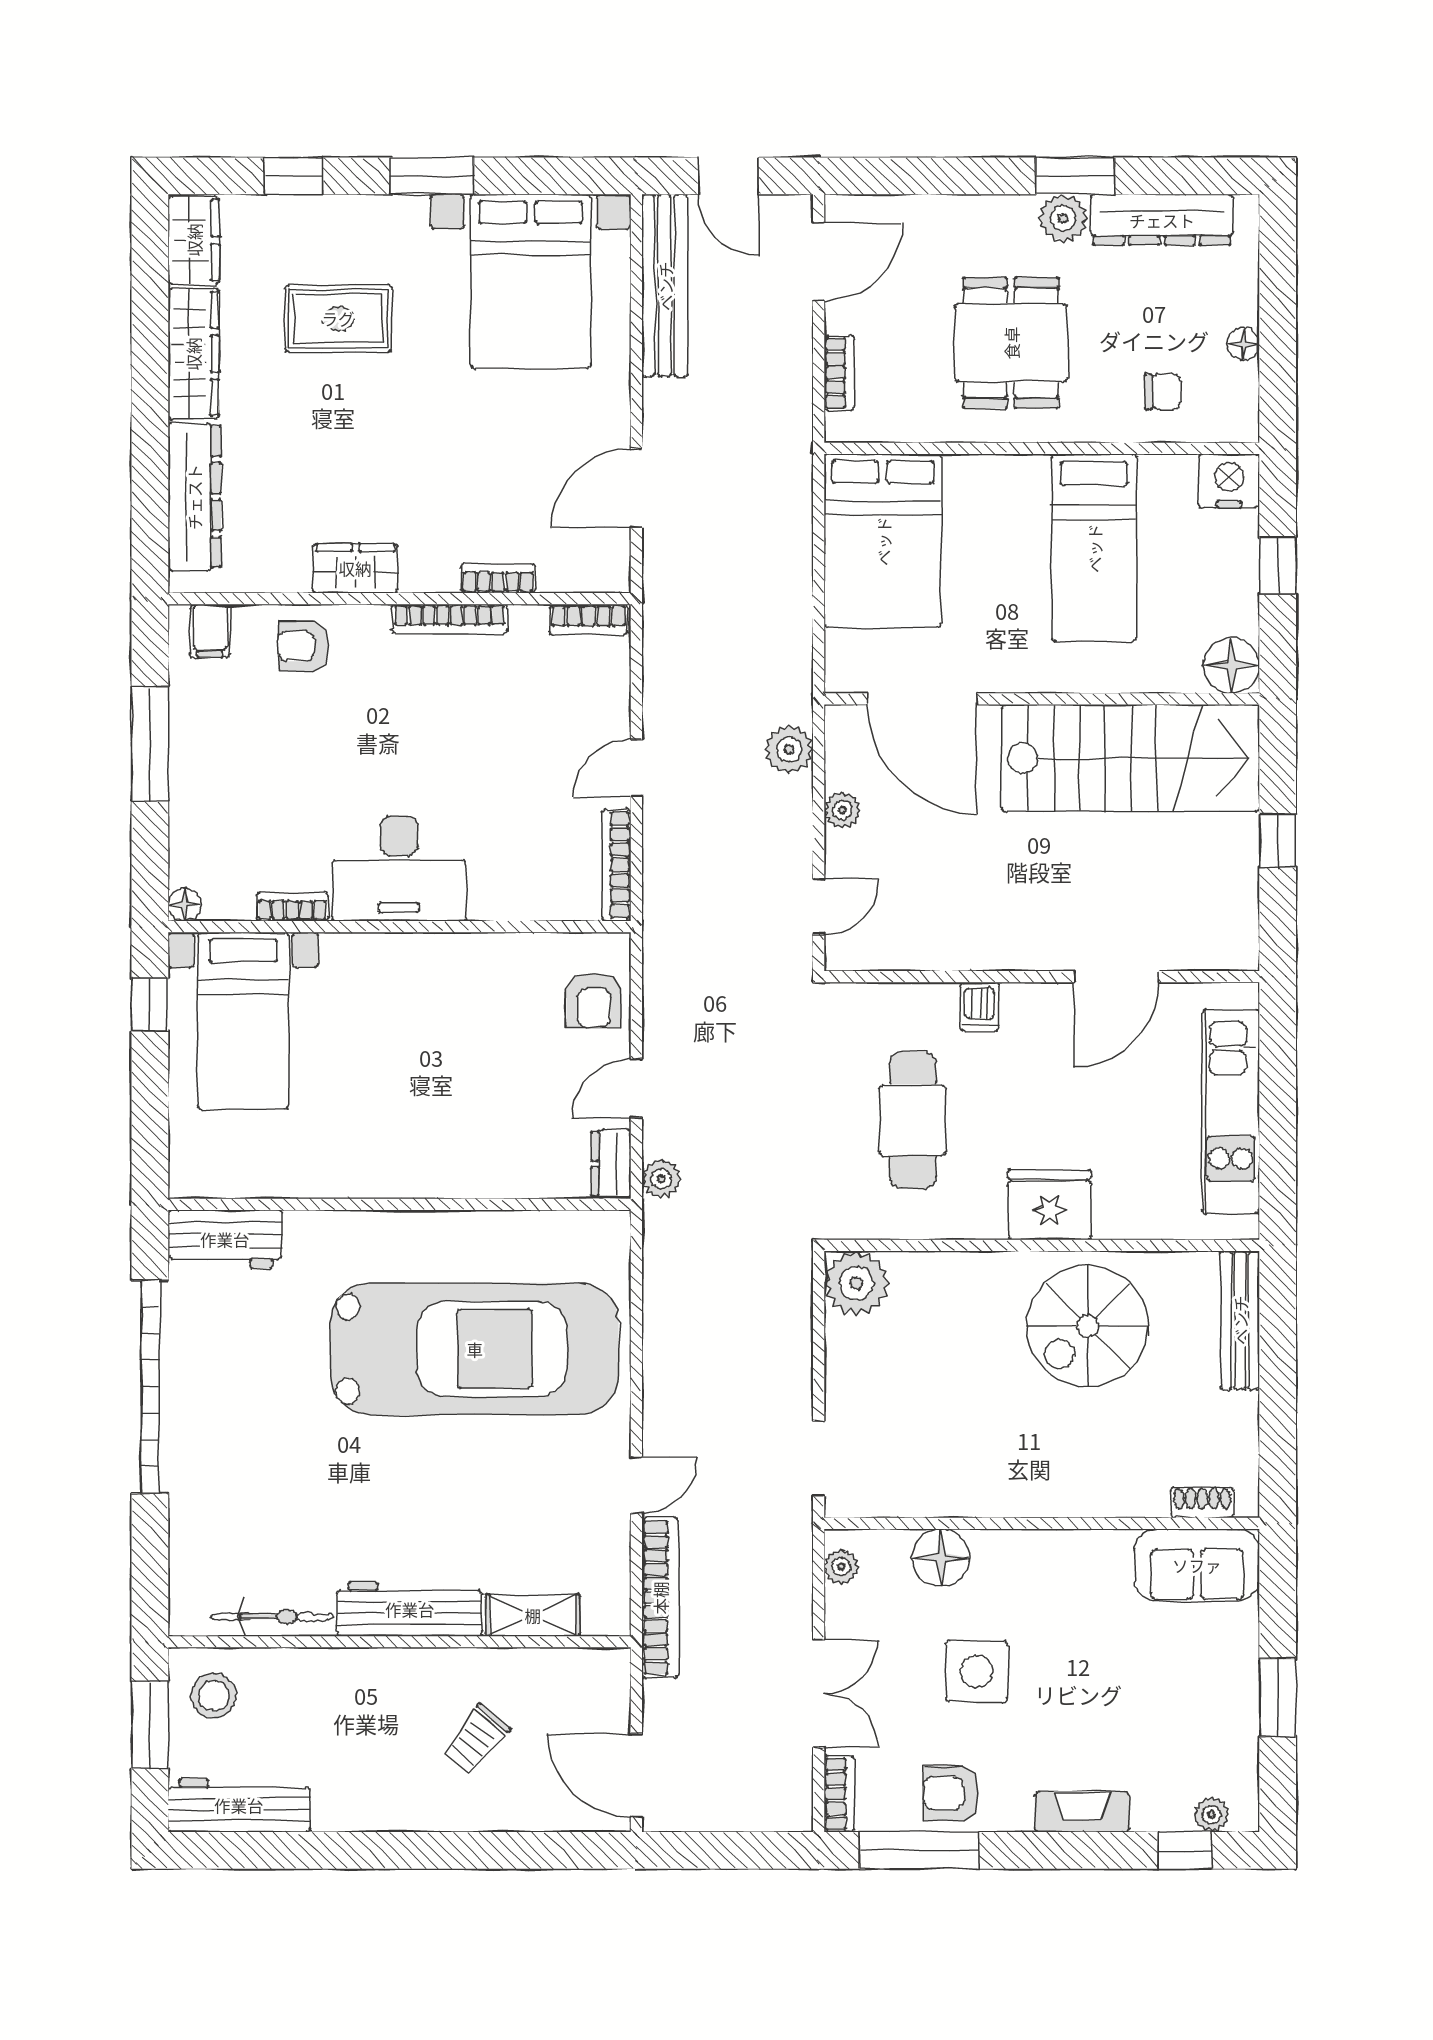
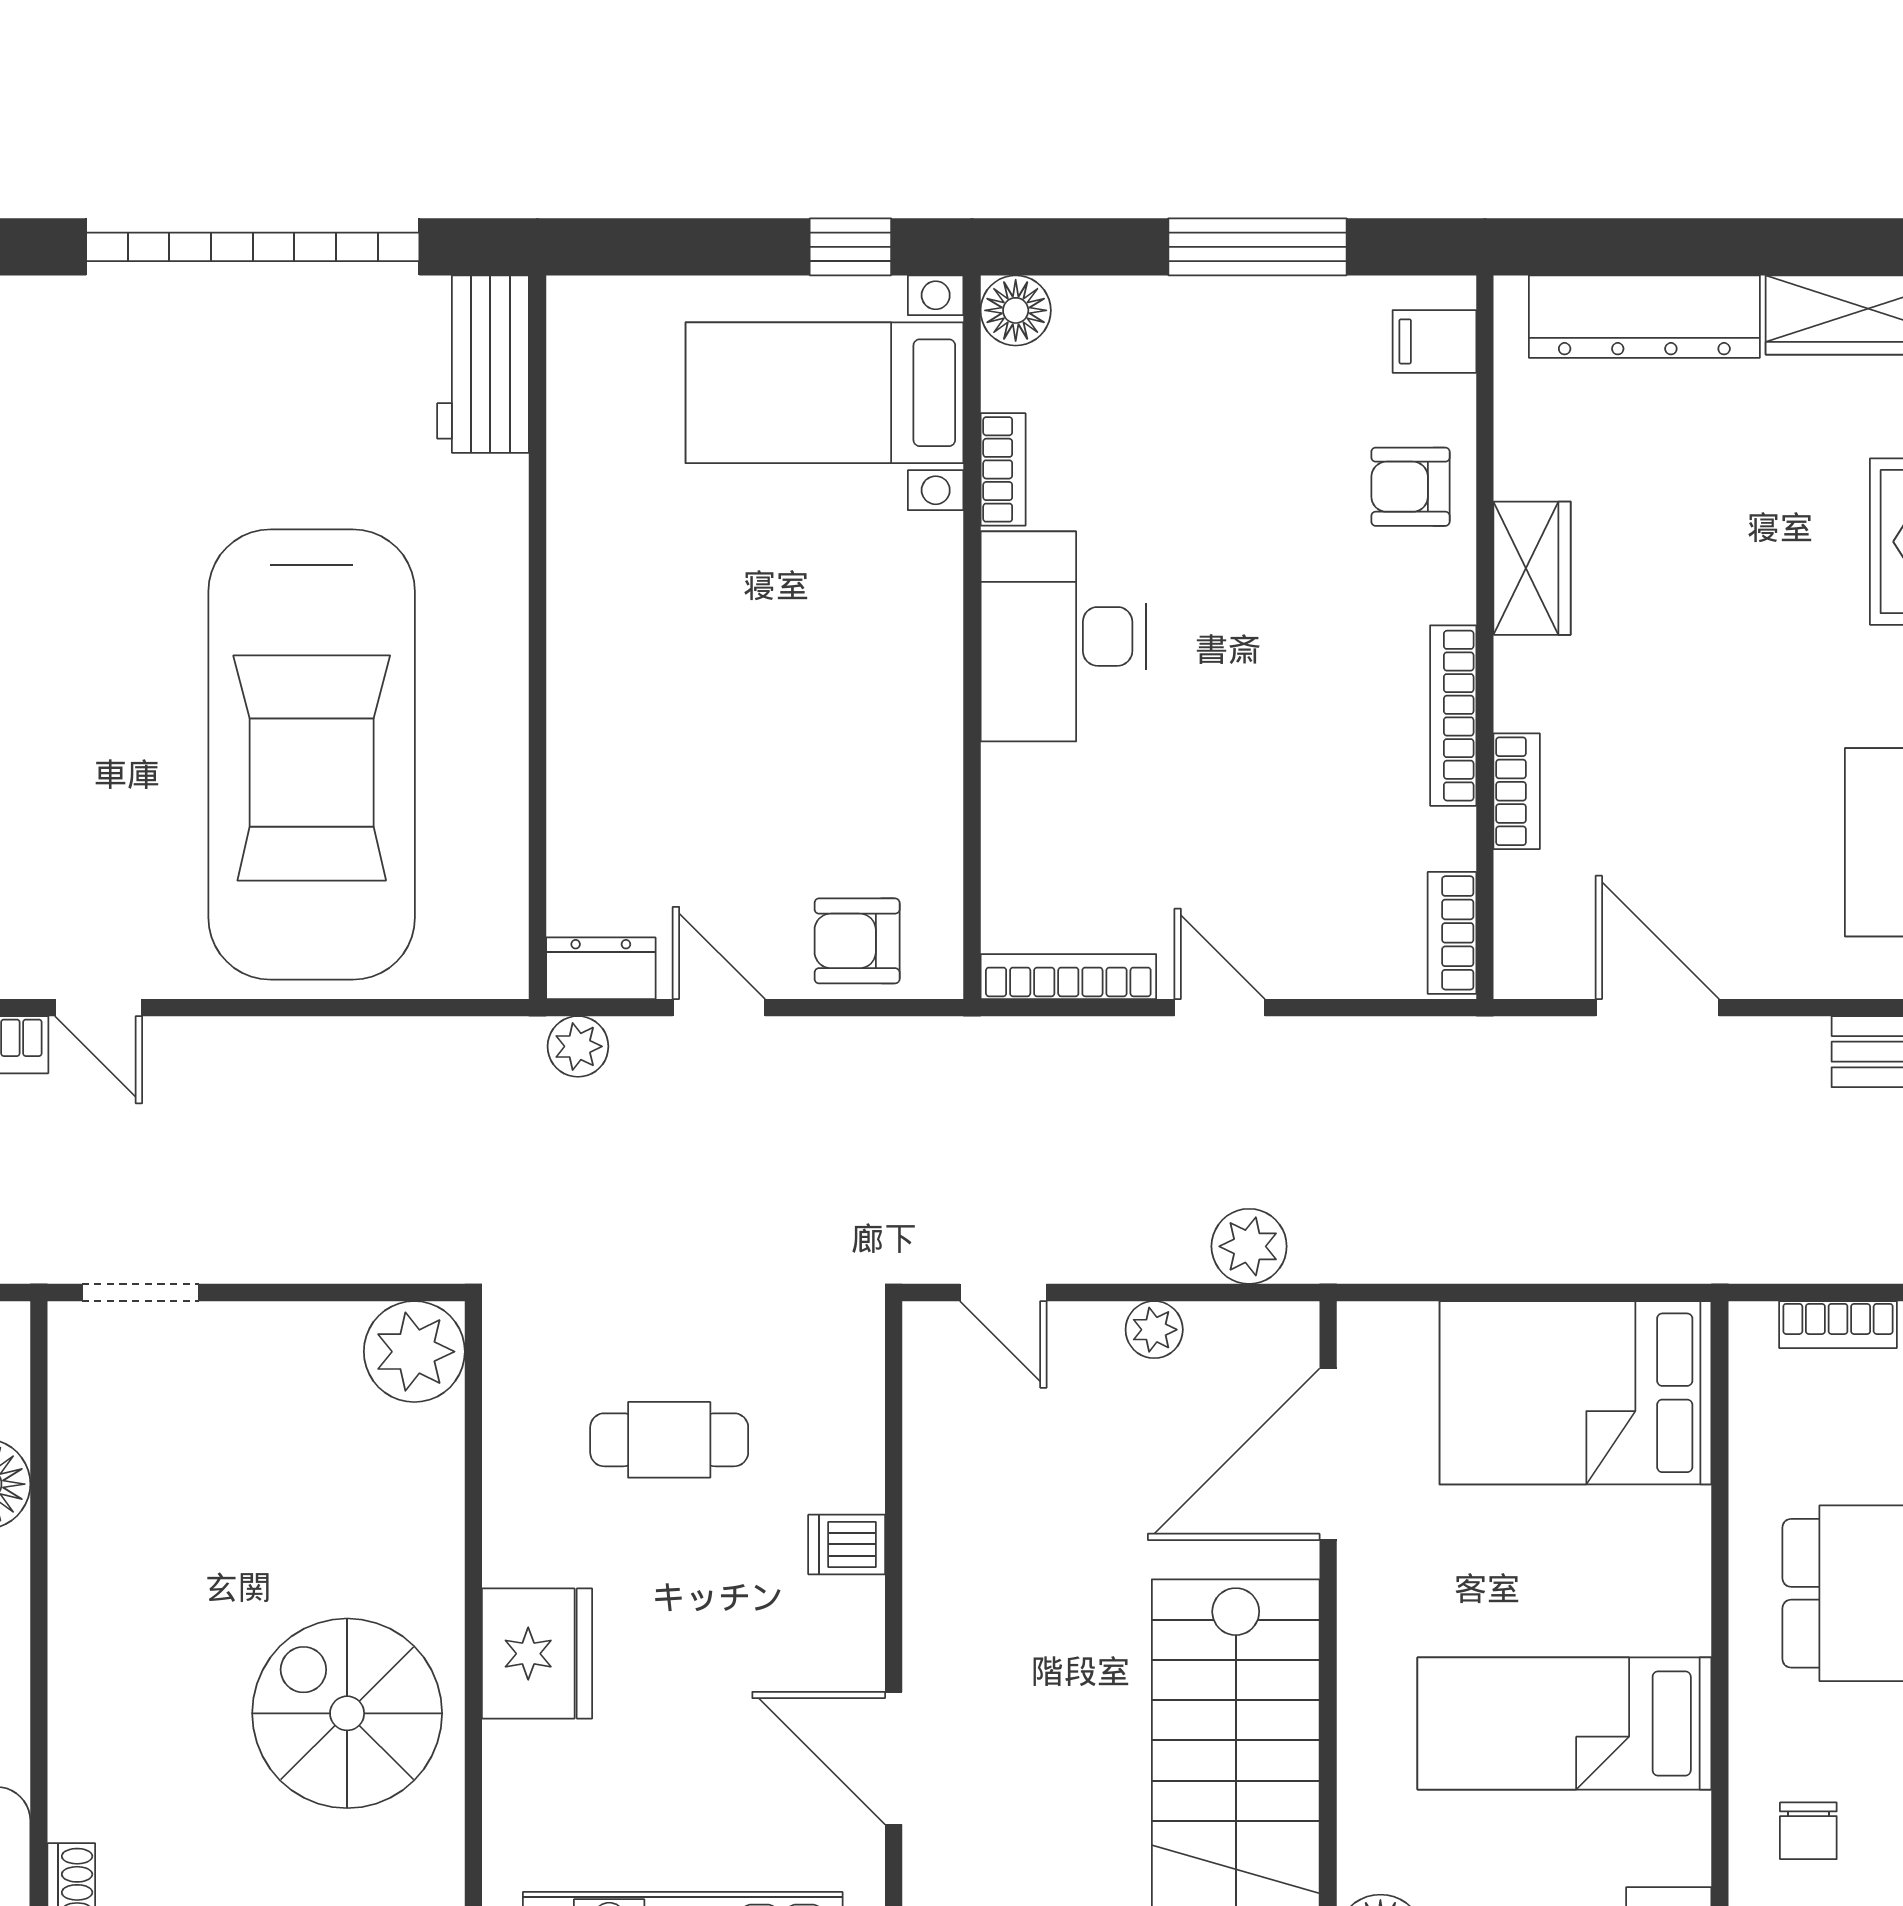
armchair: (303, 646) -> (1411, 487), turned -90
floor lamp: (184, 905) -> (1016, 310), width x1.37, depth x1.37
cafe table: (913, 1120) -> (669, 1440), width x0.73, depth x0.74

